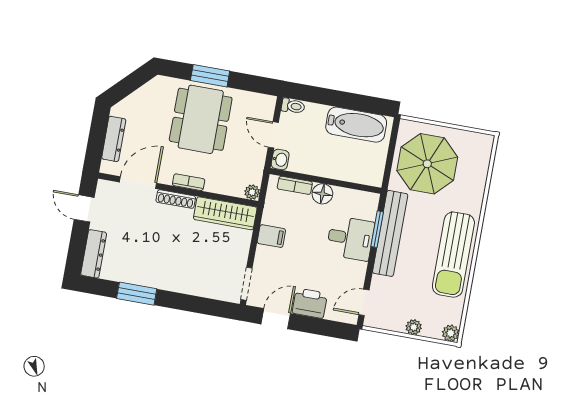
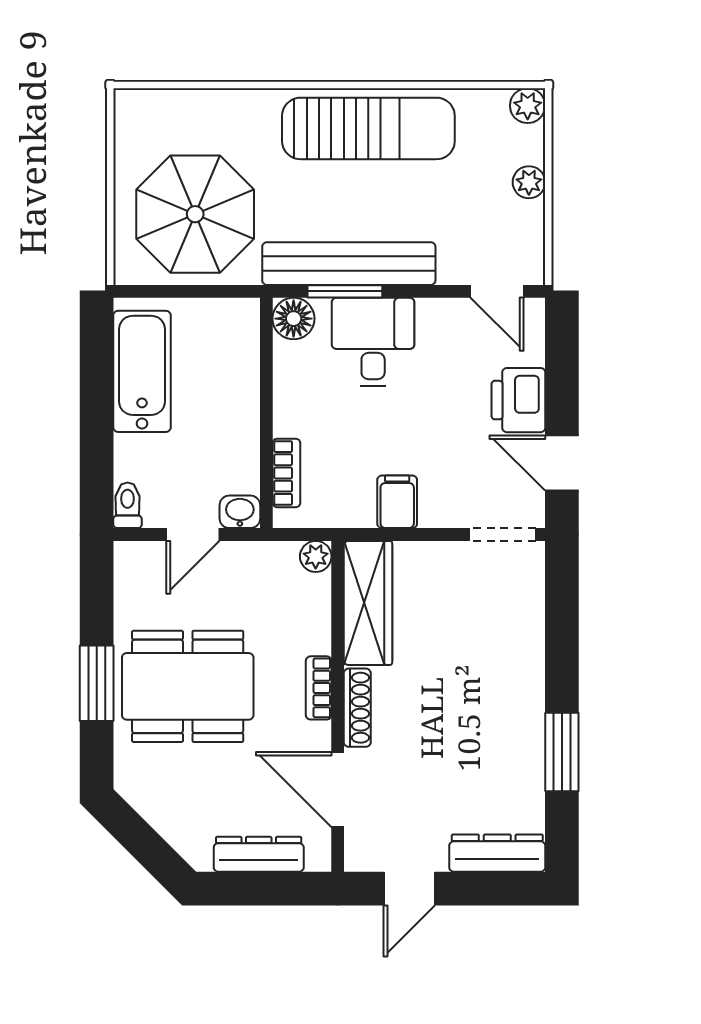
floor lamp: (322, 194) -> (294, 319), moved

